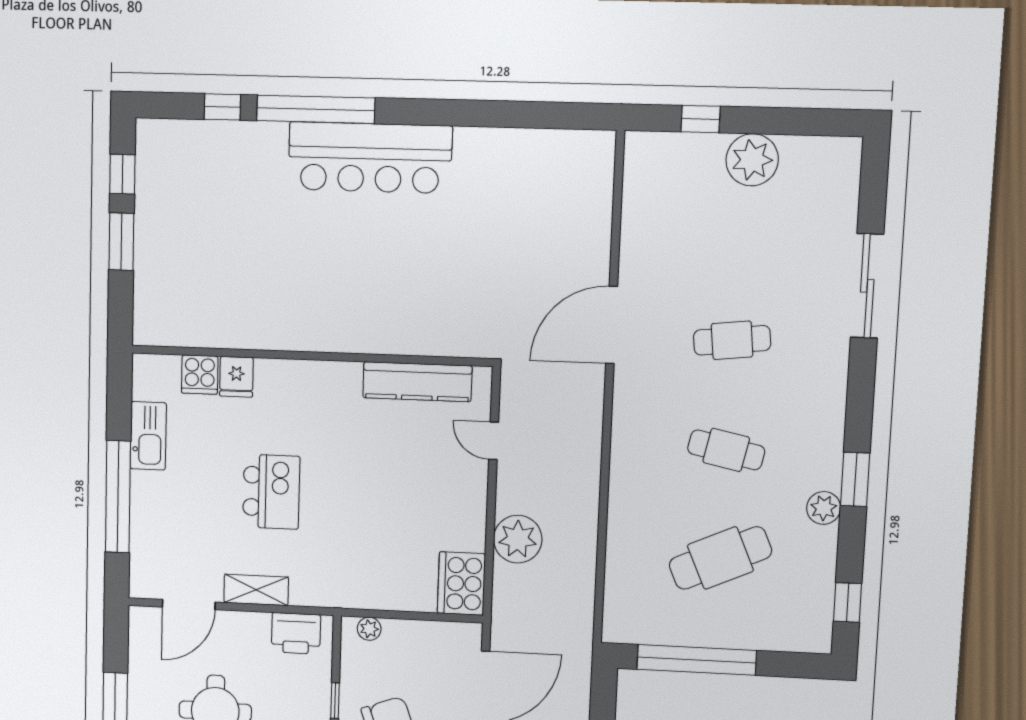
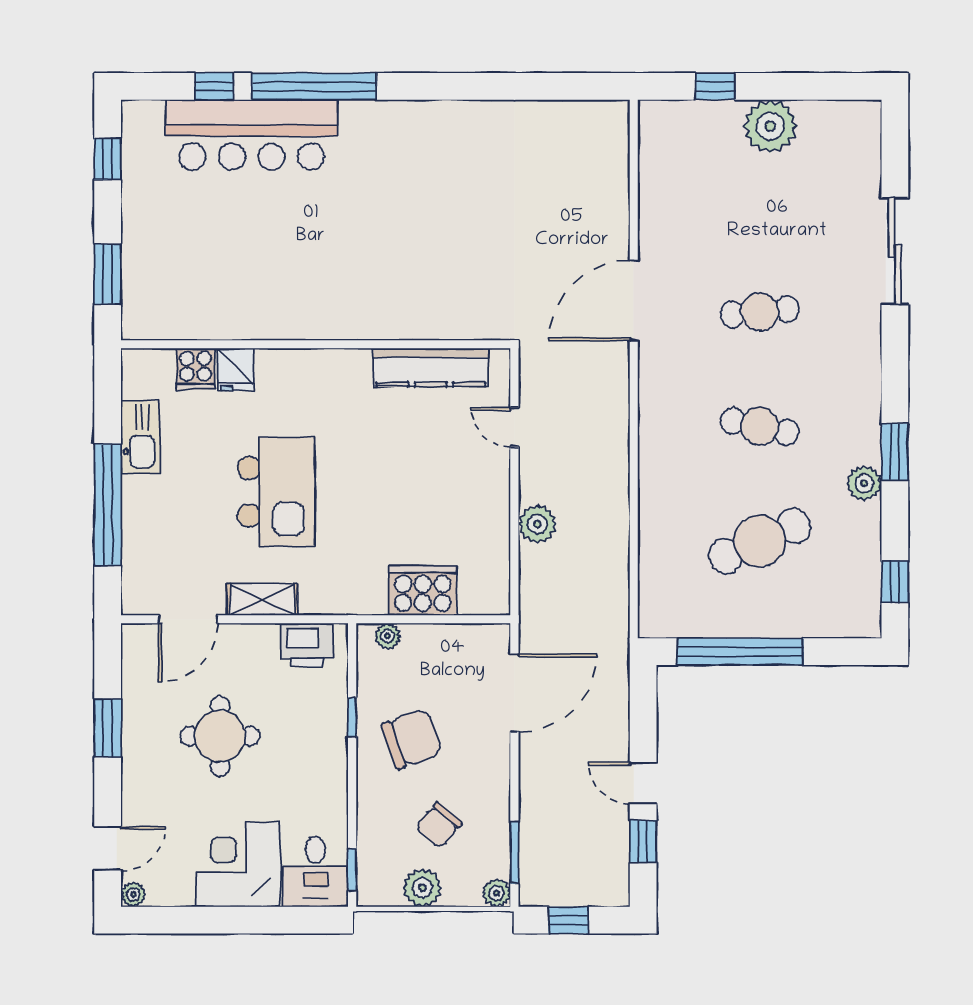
bar counter: (370, 158) -> (252, 135), moved
window: (121, 242) -> (108, 274), moved
kitchen island: (271, 492) -> (276, 492), width x1.37, depth x1.28
plant: (518, 539) -> (537, 524), width x0.73, depth x0.73
cooker: (461, 584) -> (423, 590), moved, turned 90

